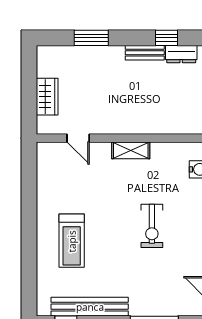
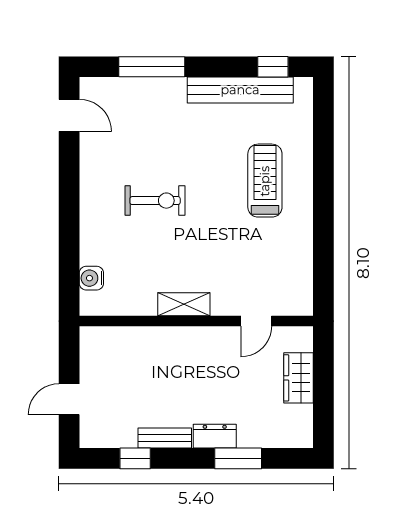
dresser: (181, 54) -> (215, 436), moved
door: (78, 138) -> (256, 321), swing flipped
exercise bike: (152, 226) -> (155, 201), turned 90

